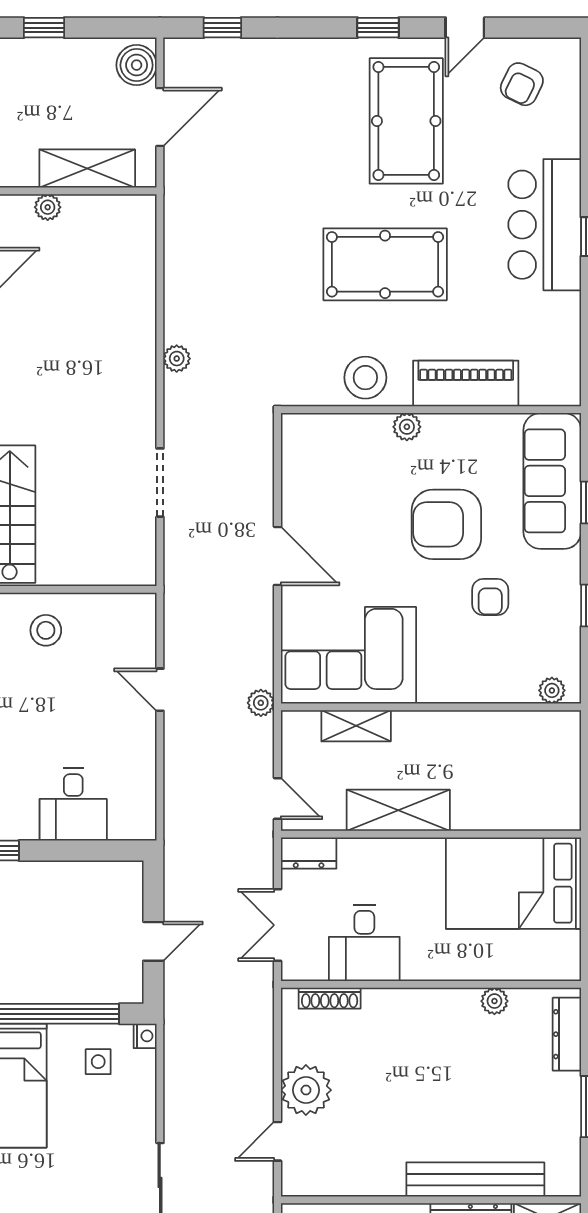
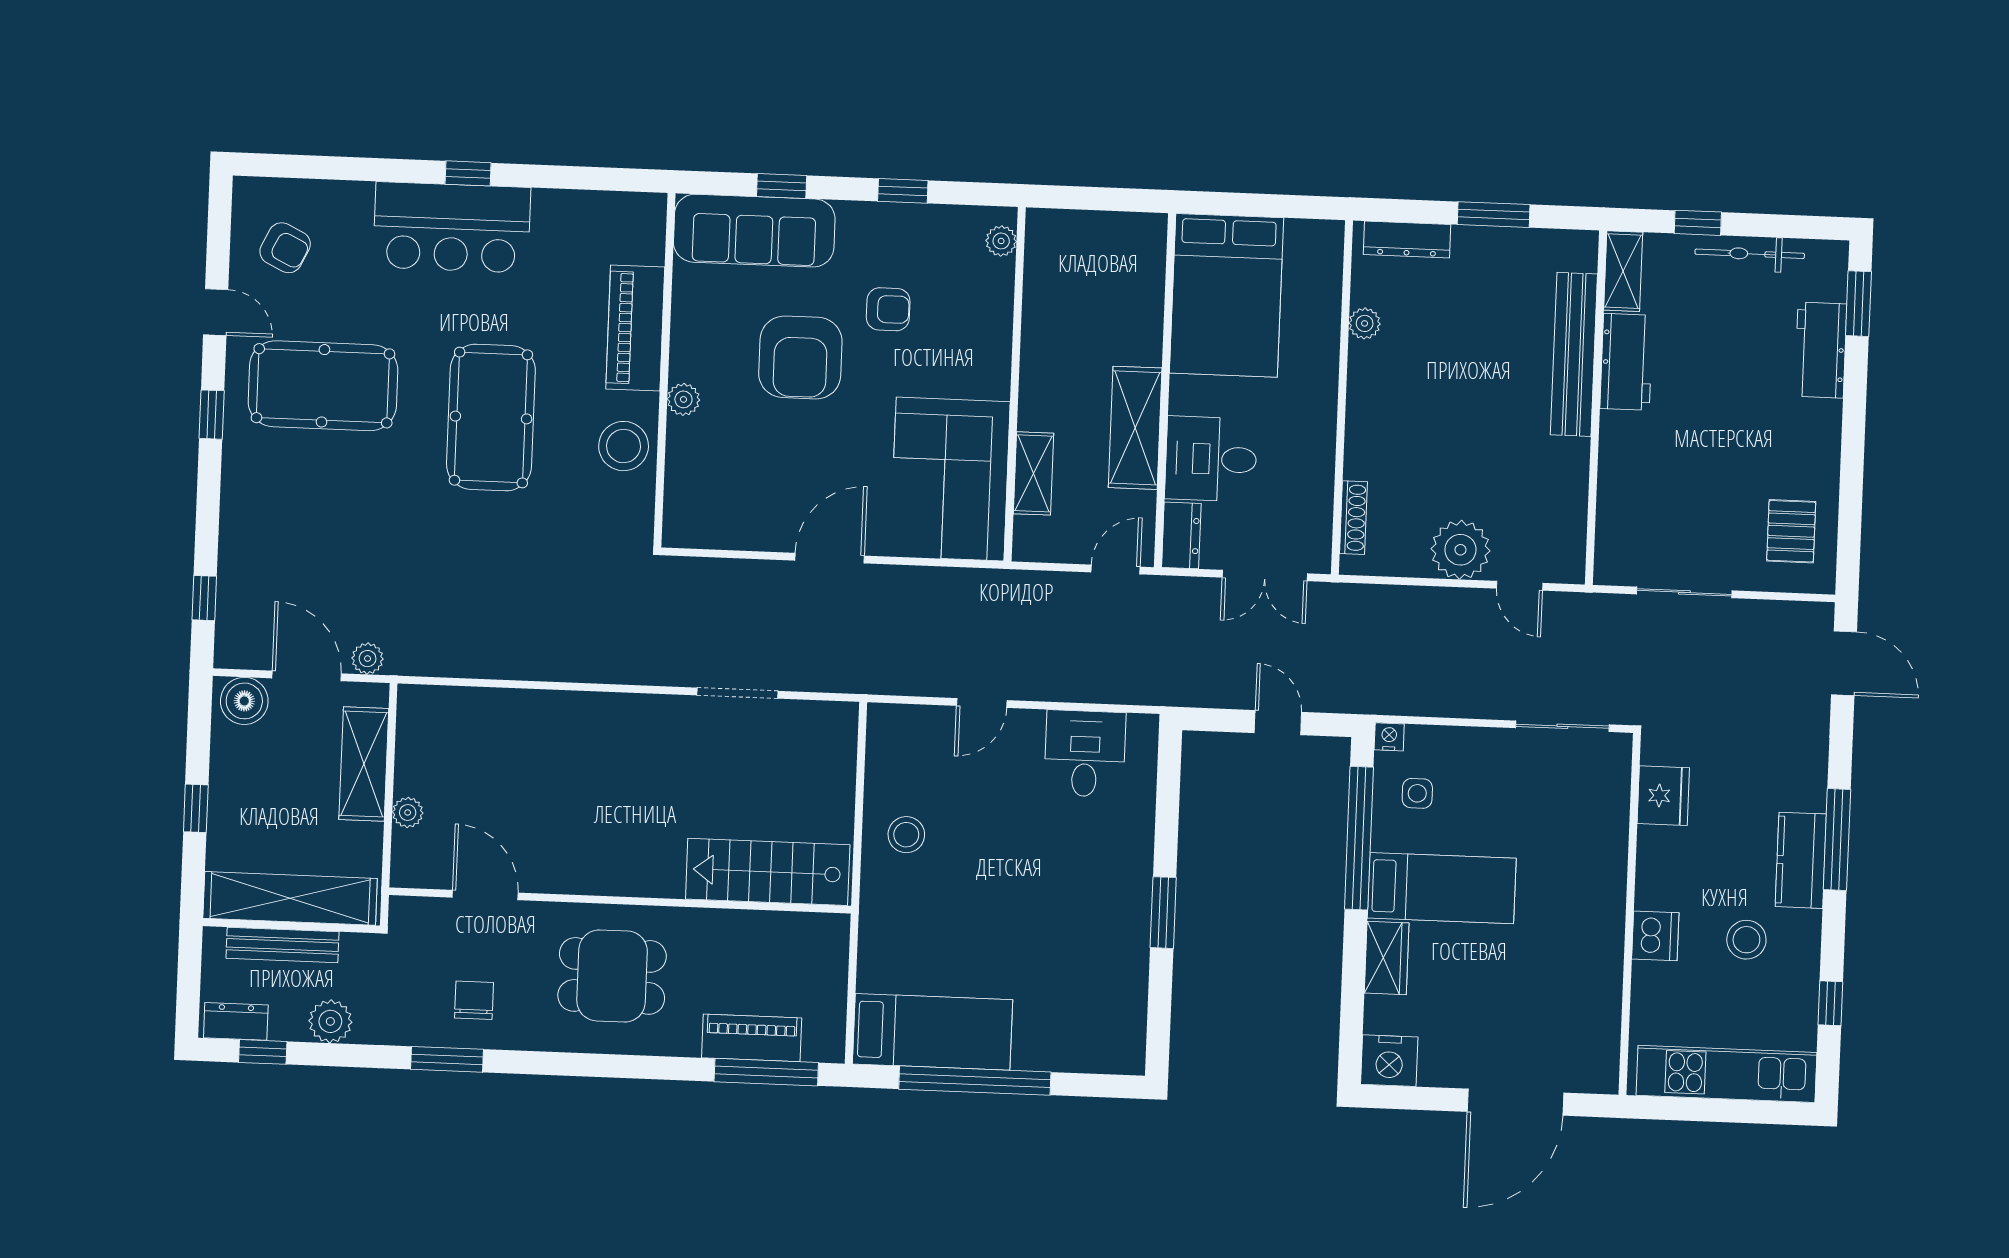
plant: (177, 359) -> (368, 659), moved
plant: (261, 703) -> (1002, 585), removed
desk: (73, 805) -> (1085, 754), moved, turned -90
desk: (364, 943) -> (1211, 459), moved, turned 180

